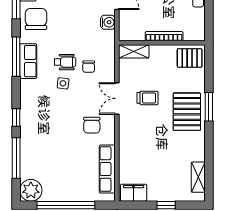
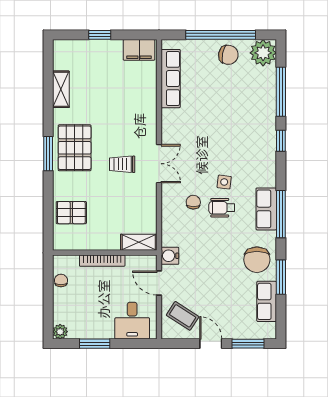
bookcase: (164, 36) -> (102, 261), moved
wall: (162, 43) -> (105, 253), moved
shelving: (134, 51) -> (139, 242), moved
chair: (92, 125) -> (228, 55), moved, turned 101
shelving: (198, 177) -> (61, 89), moved

